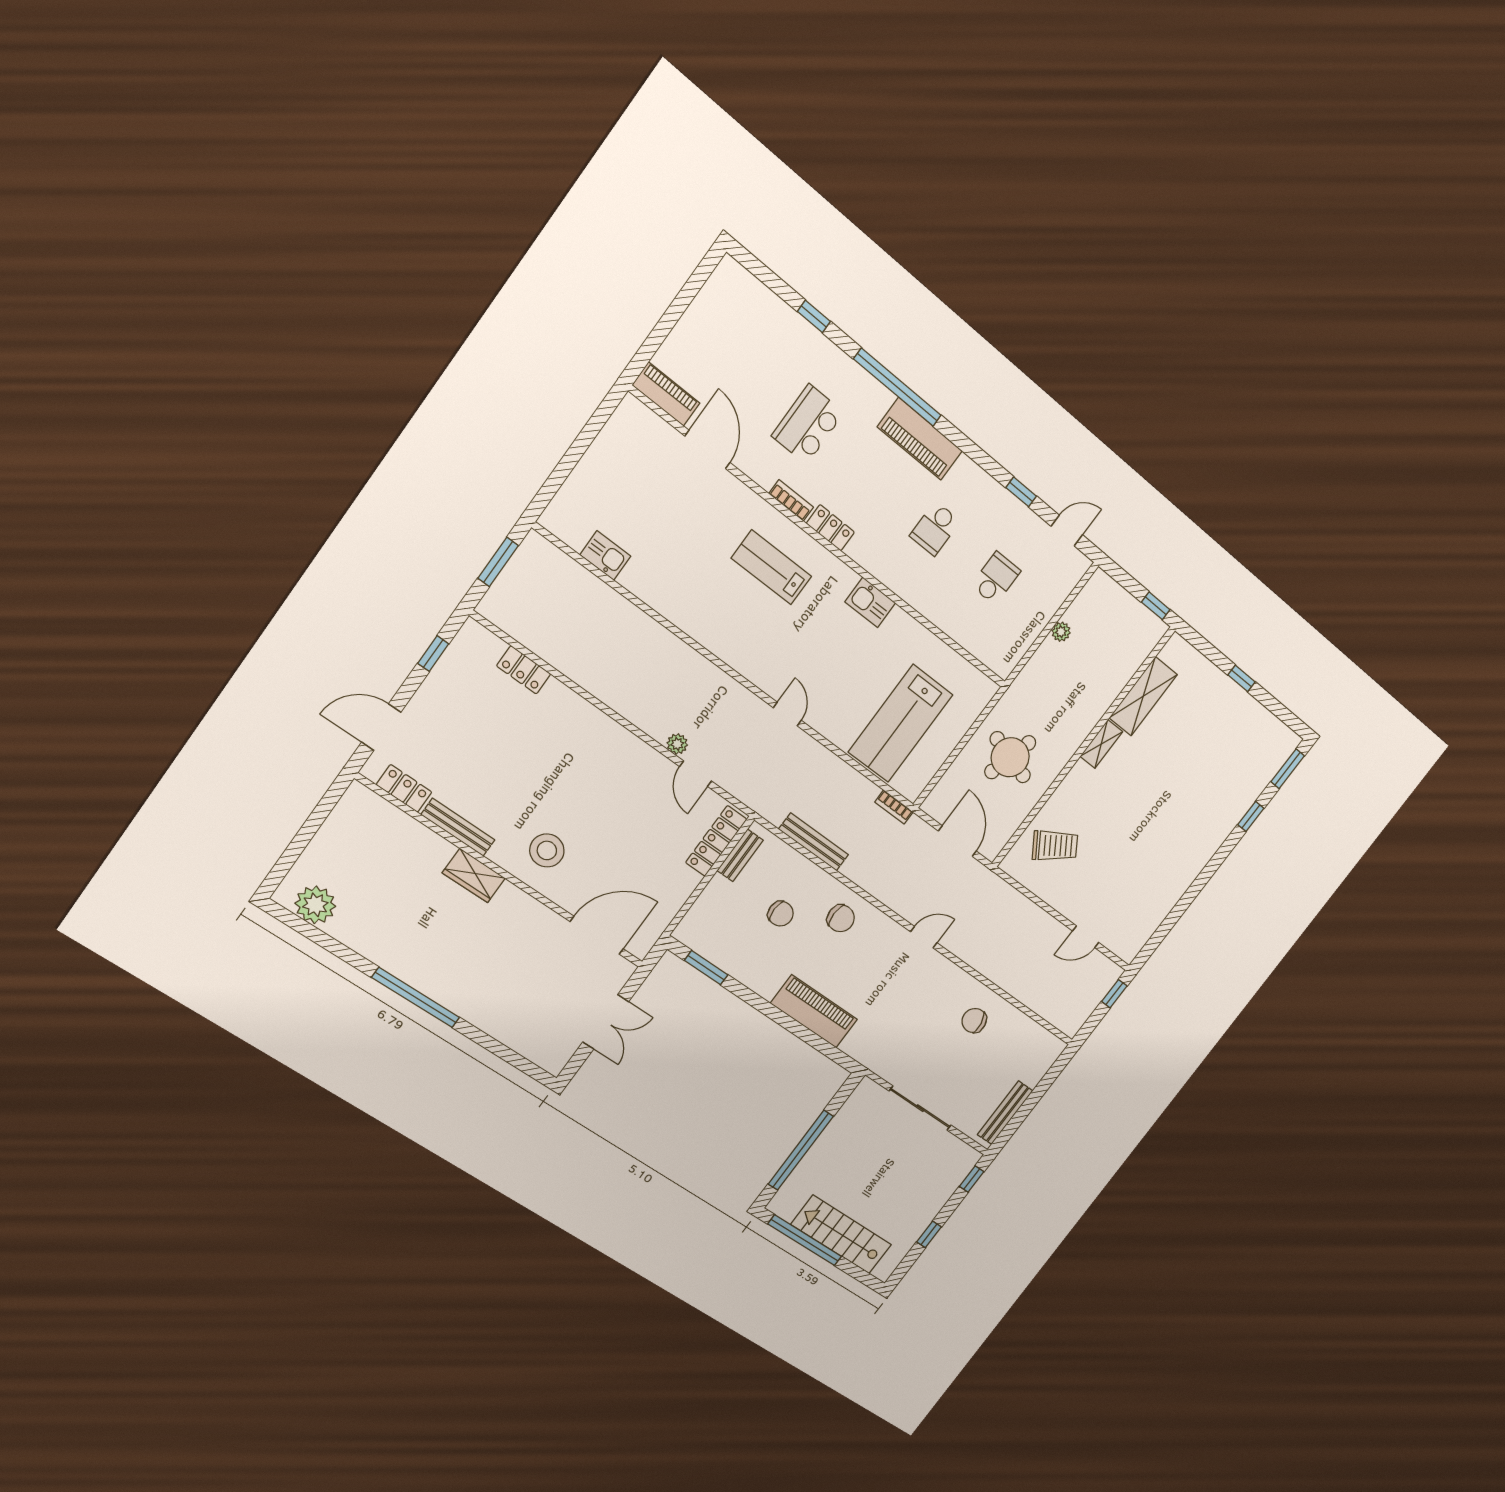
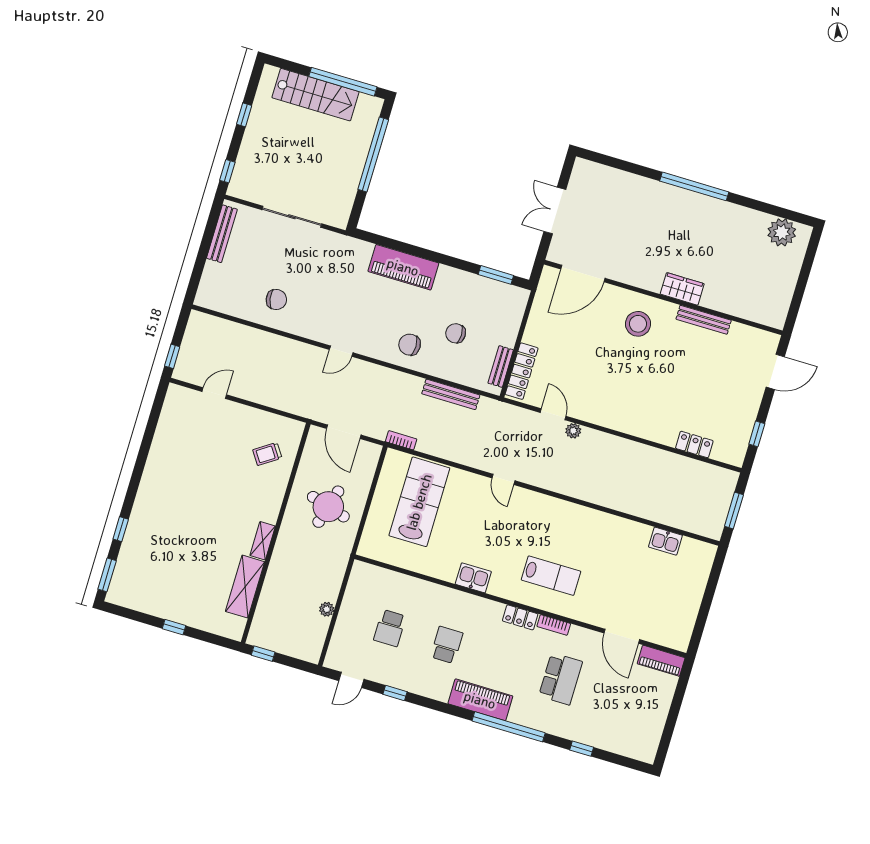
locker: (404, 788) -> (748, 335), removed
trolley: (1055, 846) -> (267, 454), width x0.73, depth x0.72

